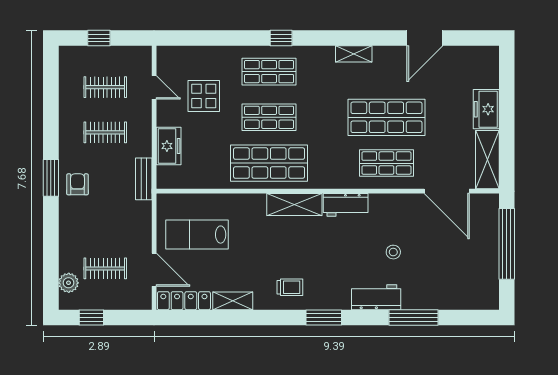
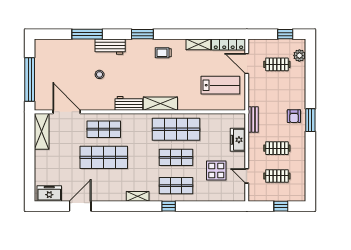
shelving: (354, 54) -> (138, 196), moved
freezer: (486, 109) -> (49, 194), moved, turned -90

